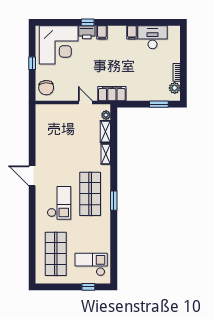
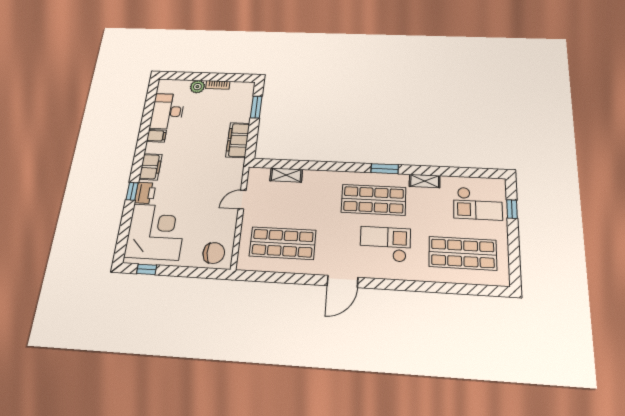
filing cabinet: (102, 32) -> (151, 167), width x2.00
window: (32, 63) -> (147, 269), moved
plant: (175, 88) -> (197, 87), moved
filing cabinet: (112, 94) -> (238, 140), moved
plant: (106, 115) -> (263, 173), removed
shop shelf: (56, 134) -> (283, 243), added
shelving: (106, 154) -> (425, 181), moved
checkout: (91, 264) -> (478, 204), turned -90

